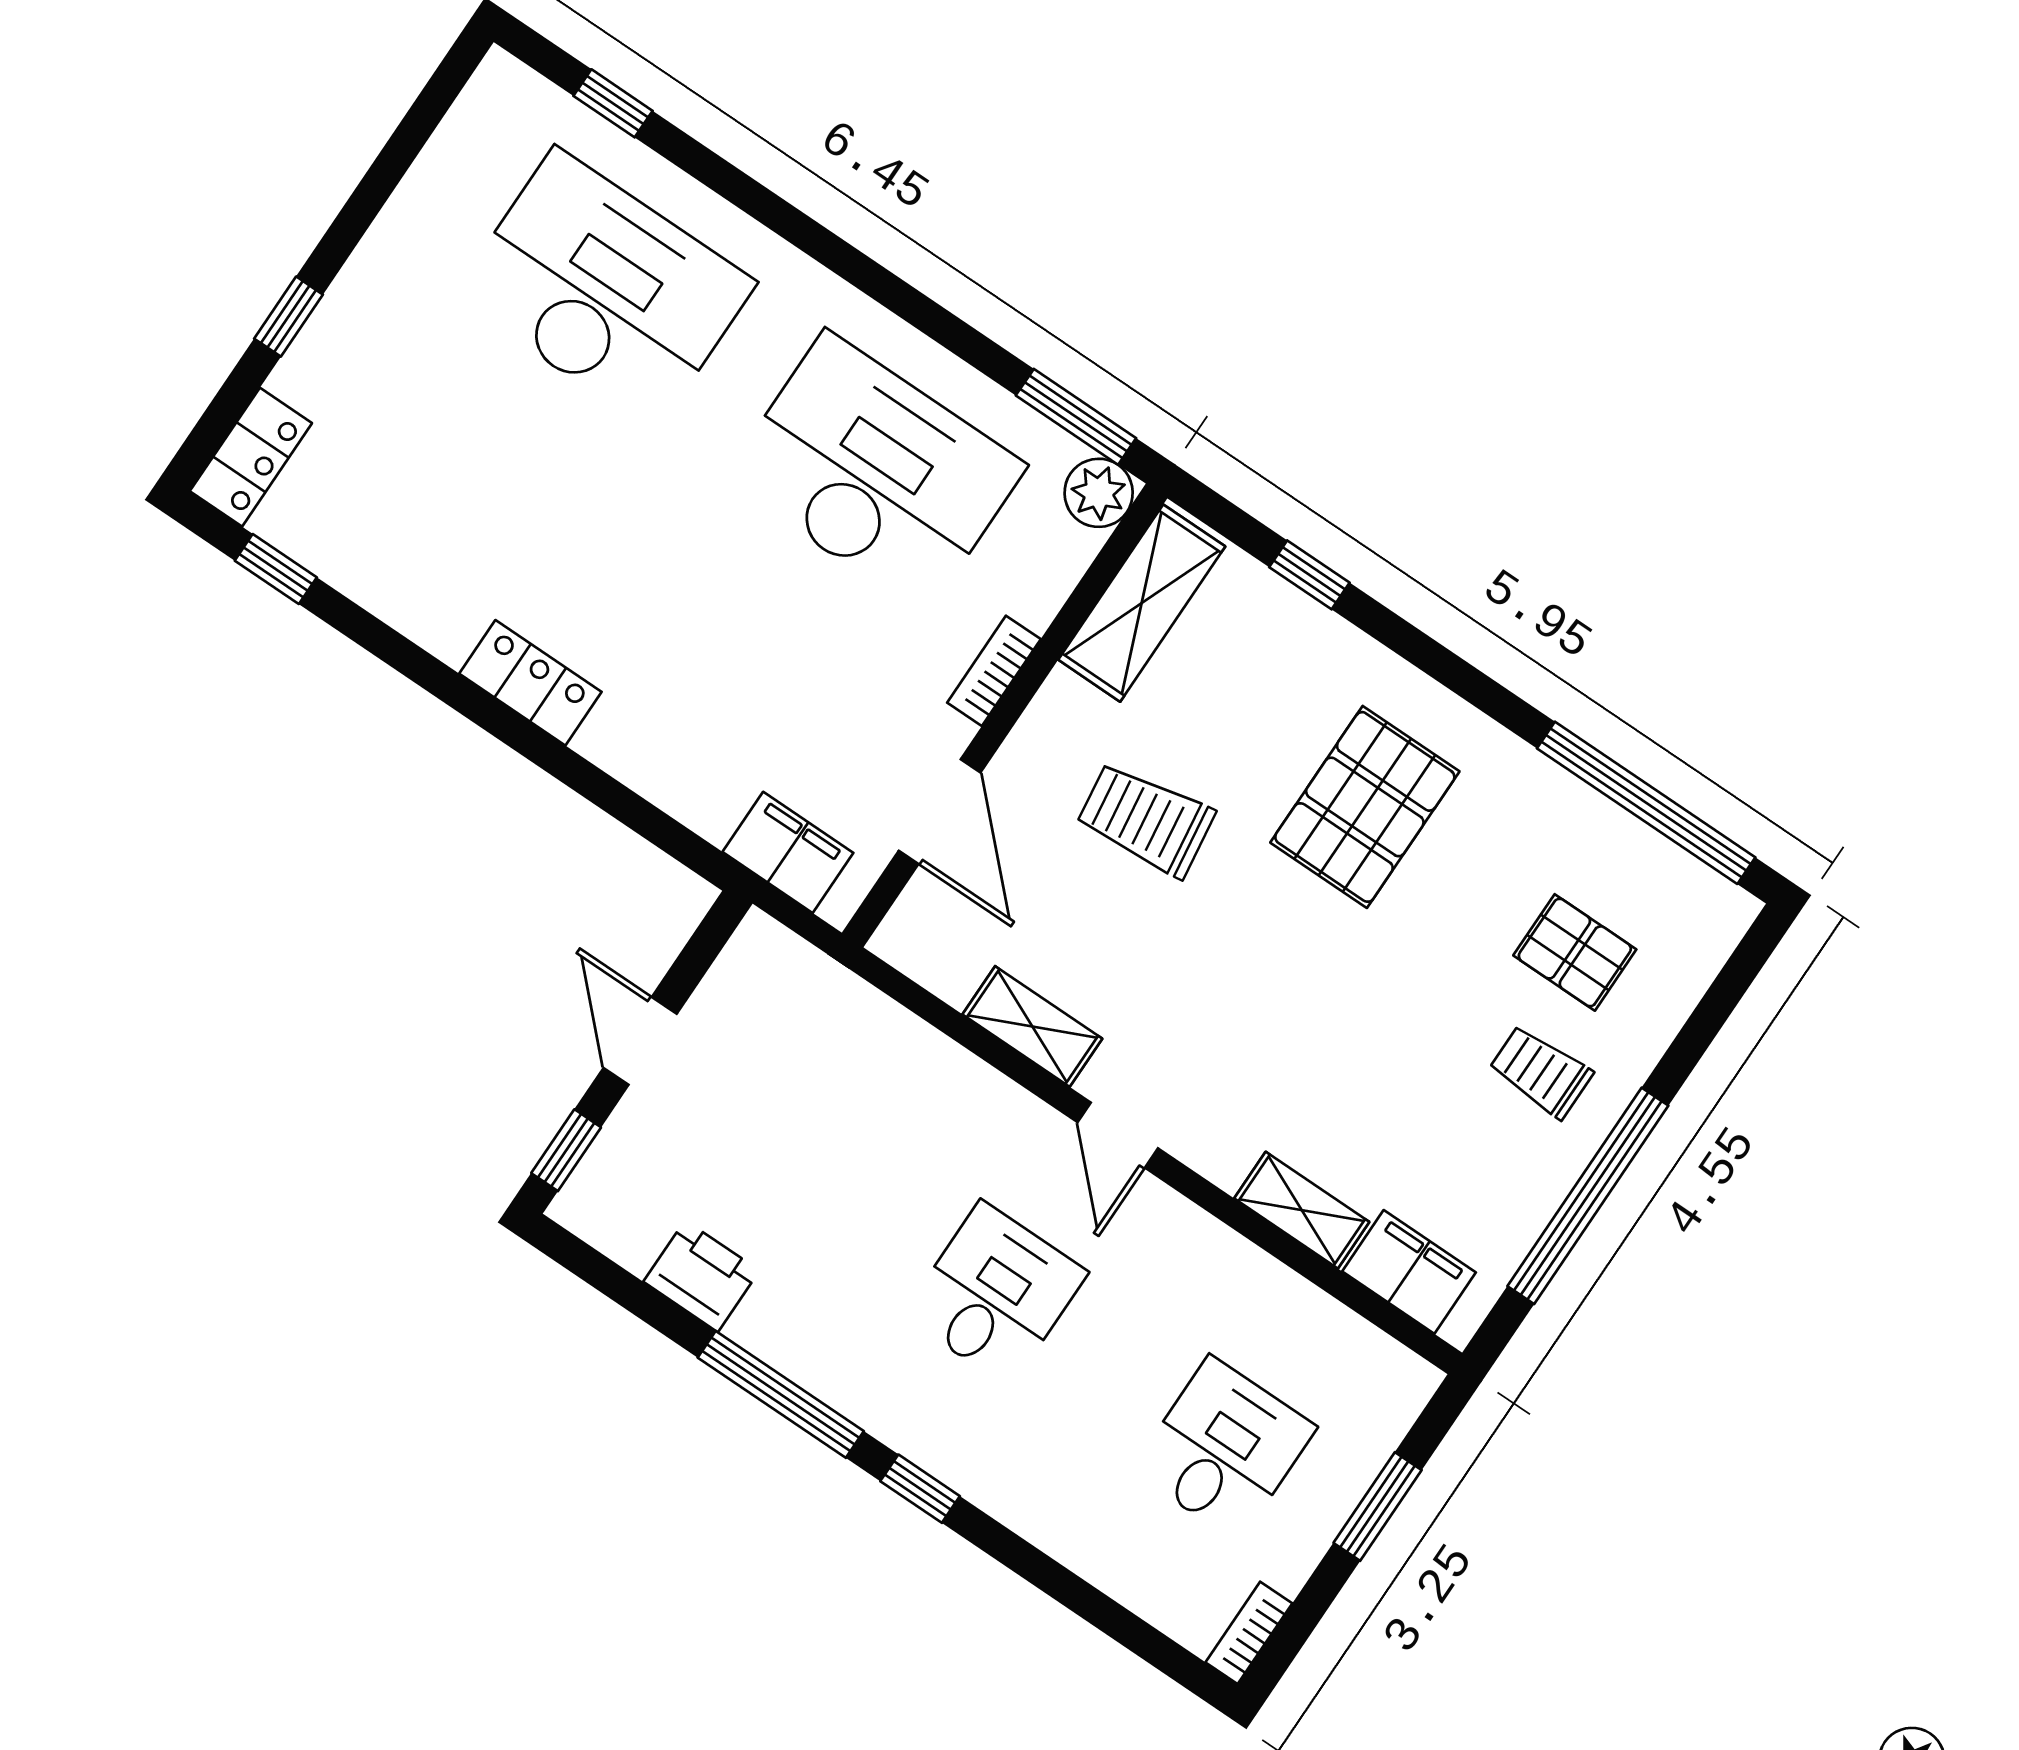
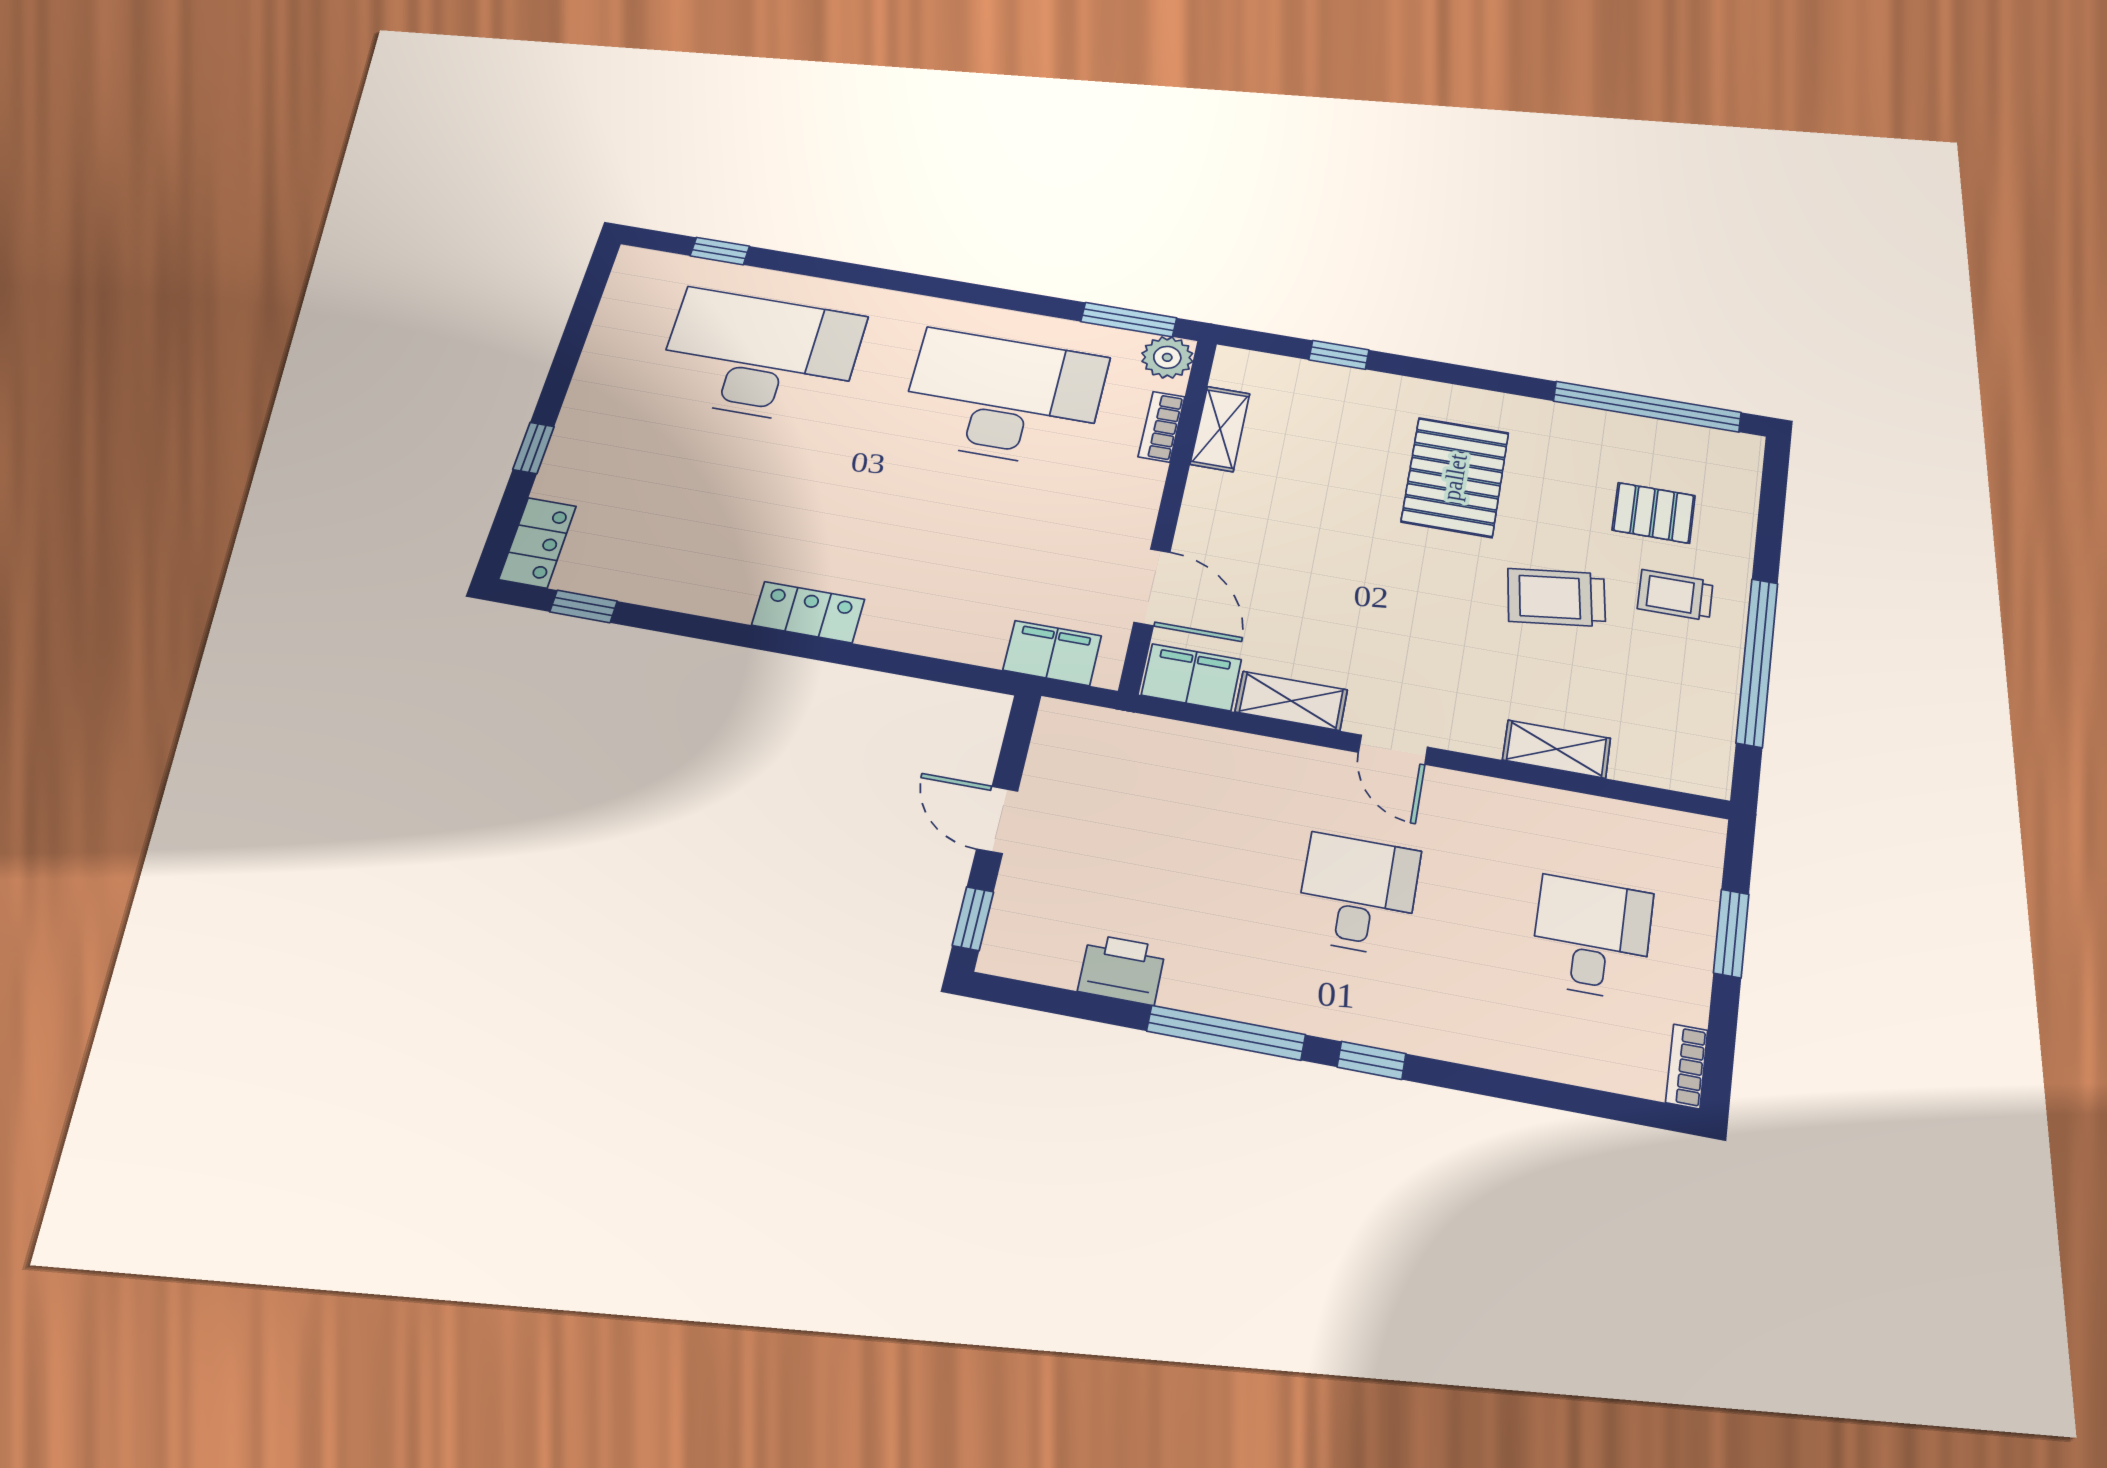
shelving: (1142, 603) -> (1220, 429), width x0.67, depth x0.75
bookcase: (994, 671) -> (1161, 427), moved
trolley: (1146, 819) -> (1556, 597), moved
filing cabinet: (1409, 1272) -> (1191, 677), moved

